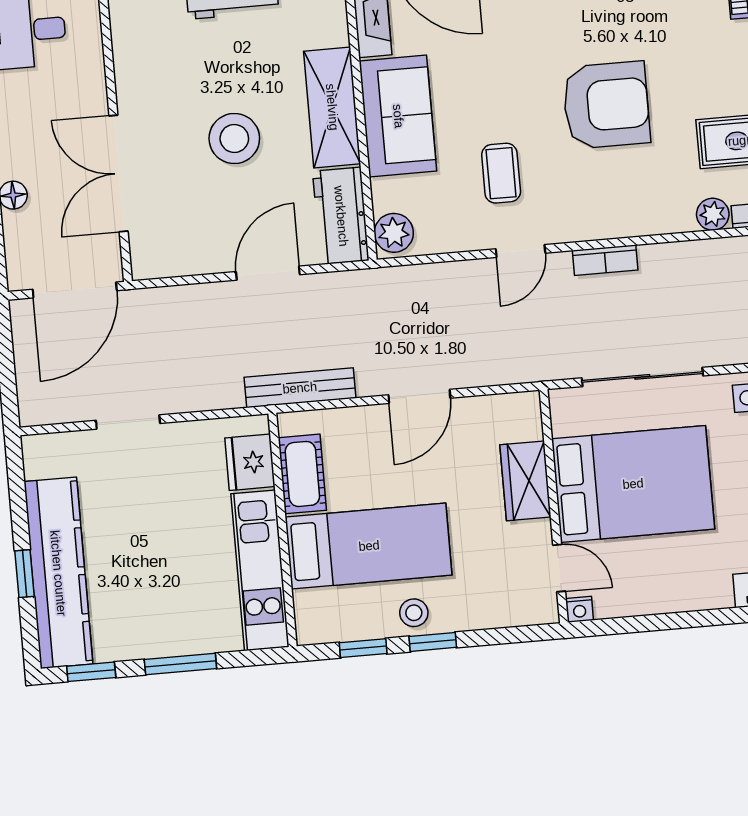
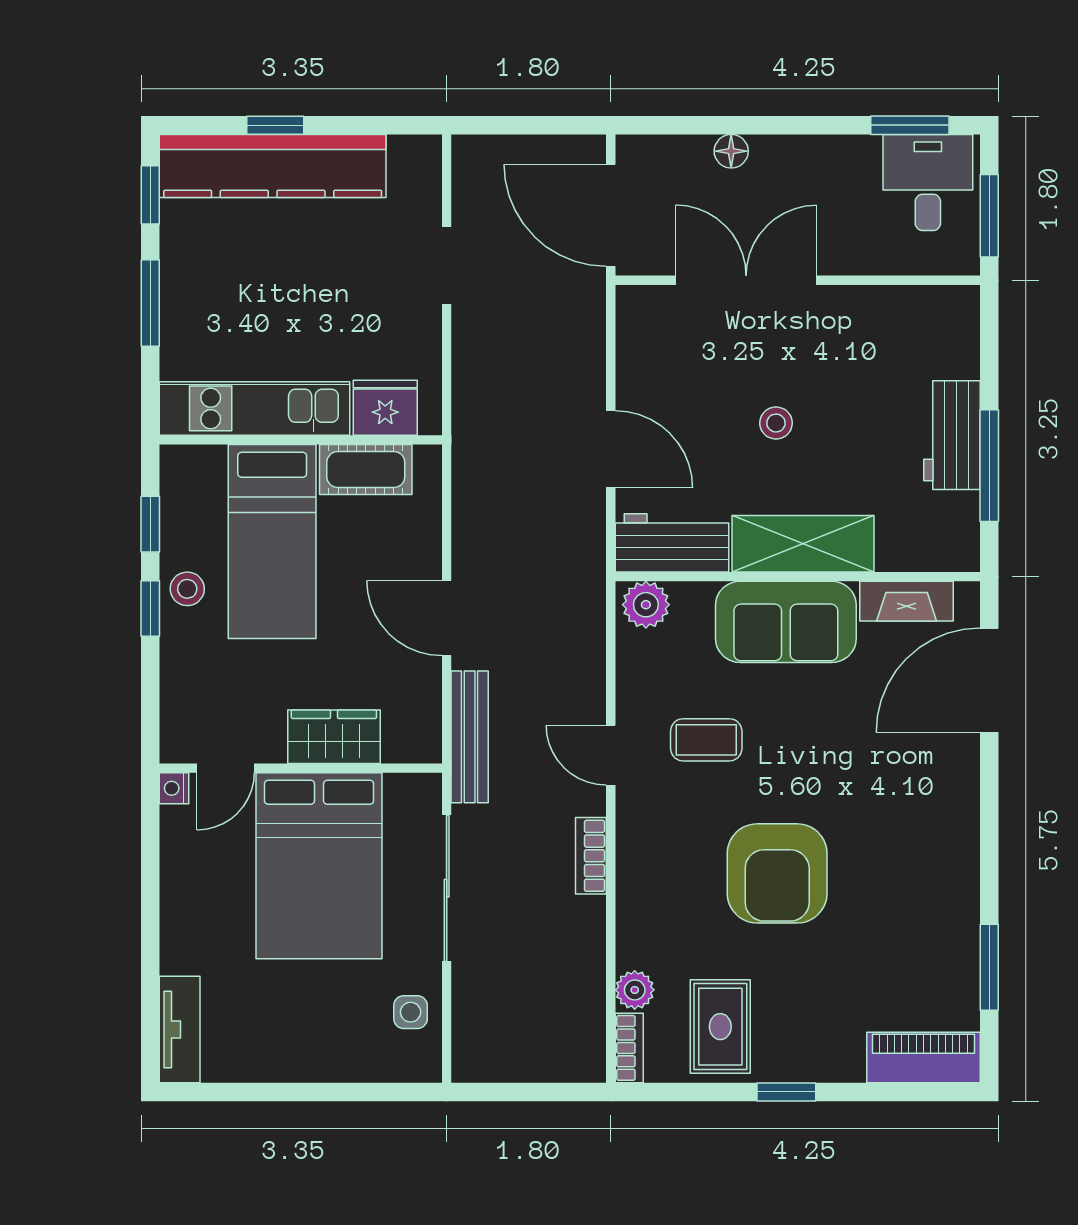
stool: (234, 138) -> (776, 423), width x0.53, depth x0.53
bench: (300, 388) -> (470, 737), moved

